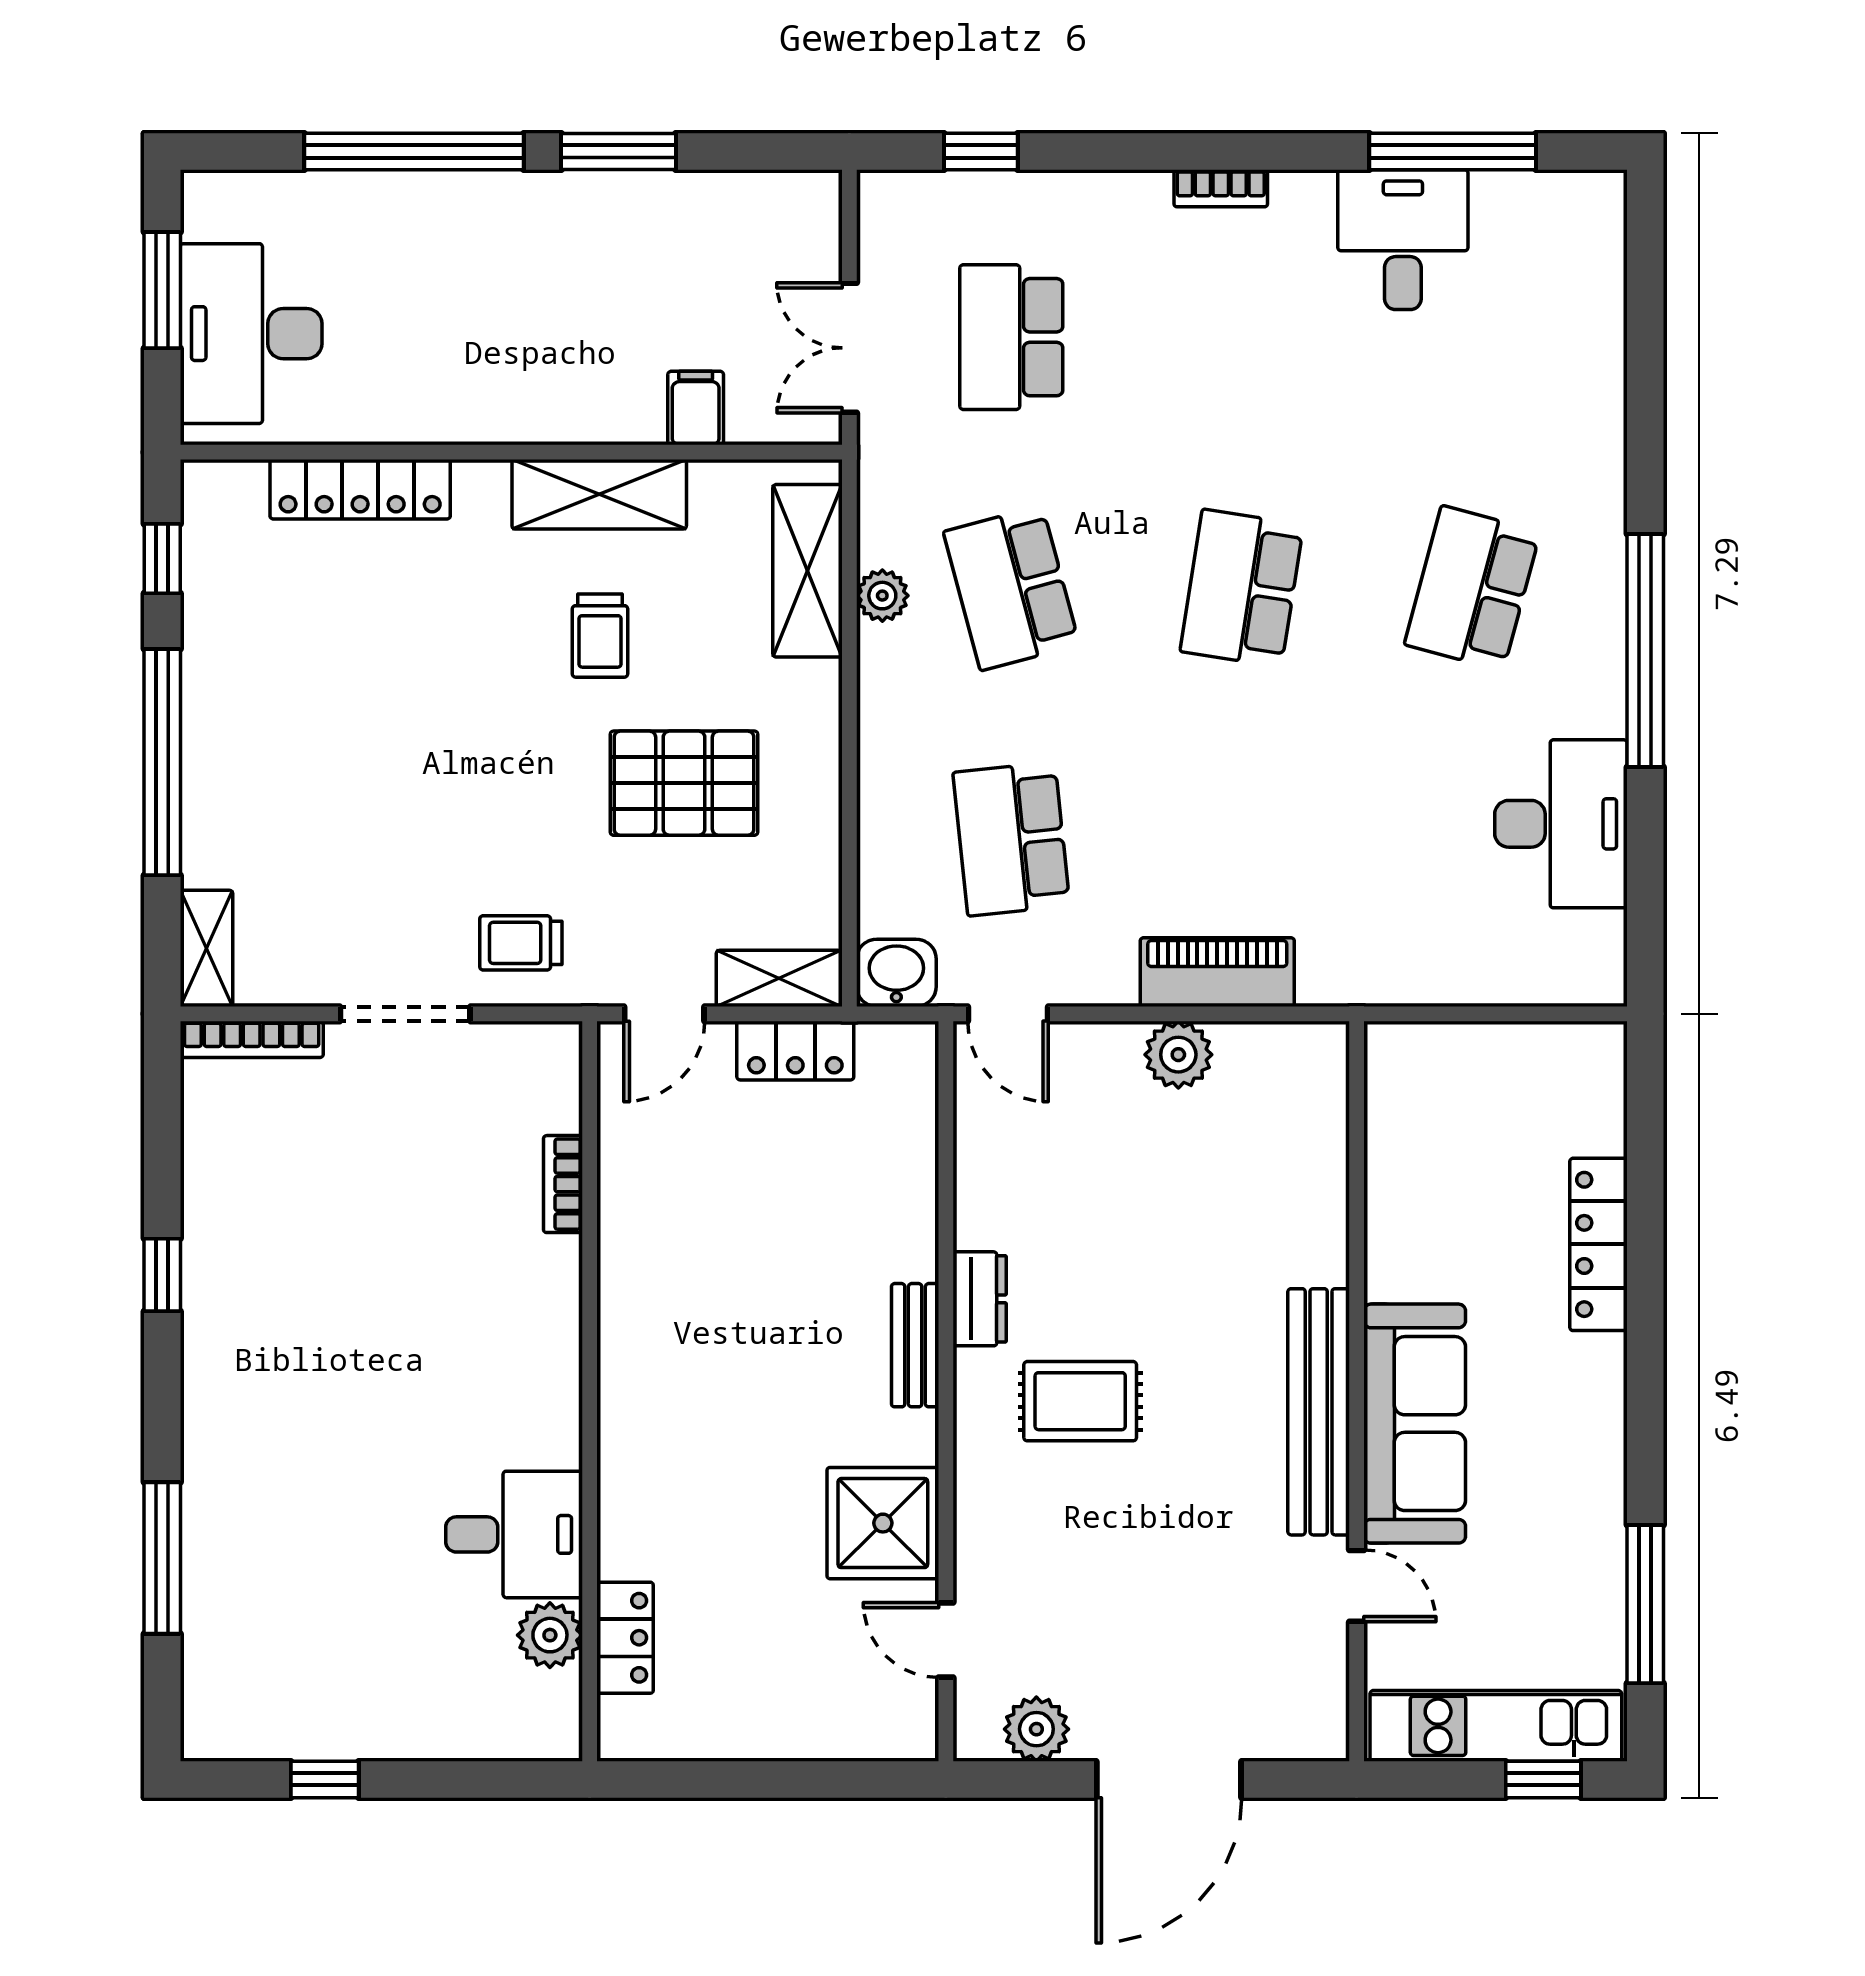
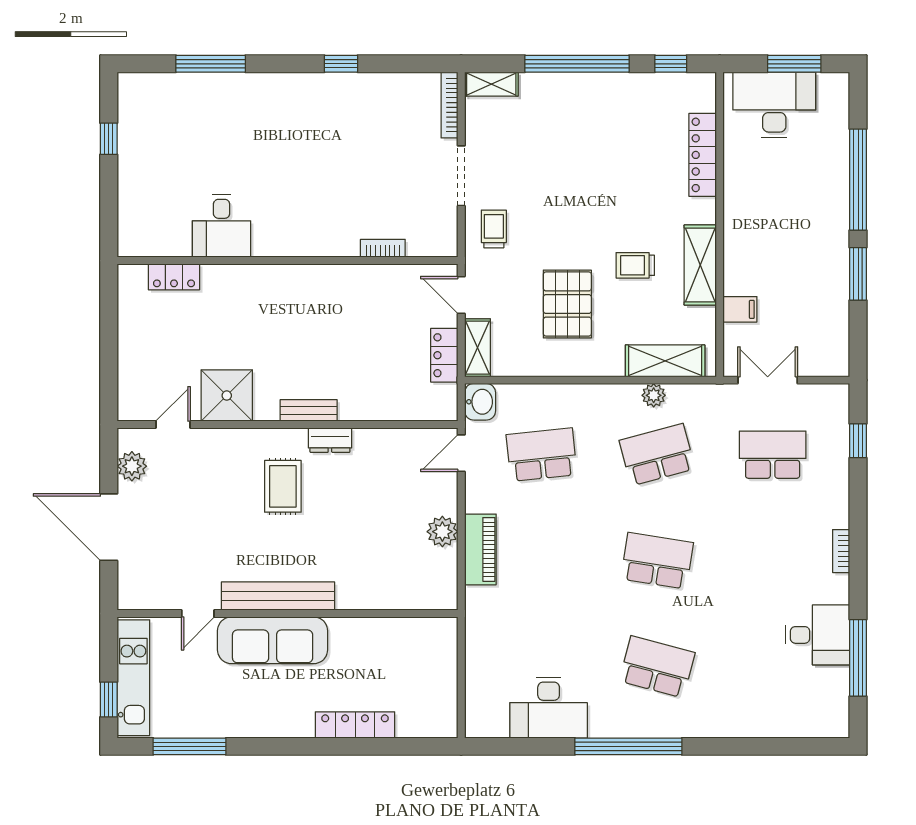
plant: (550, 1635) -> (175, 242), removed

